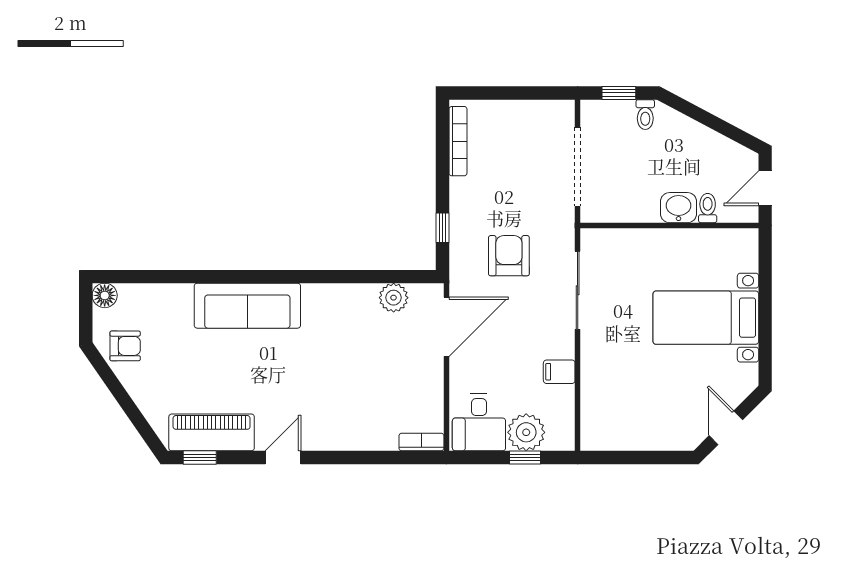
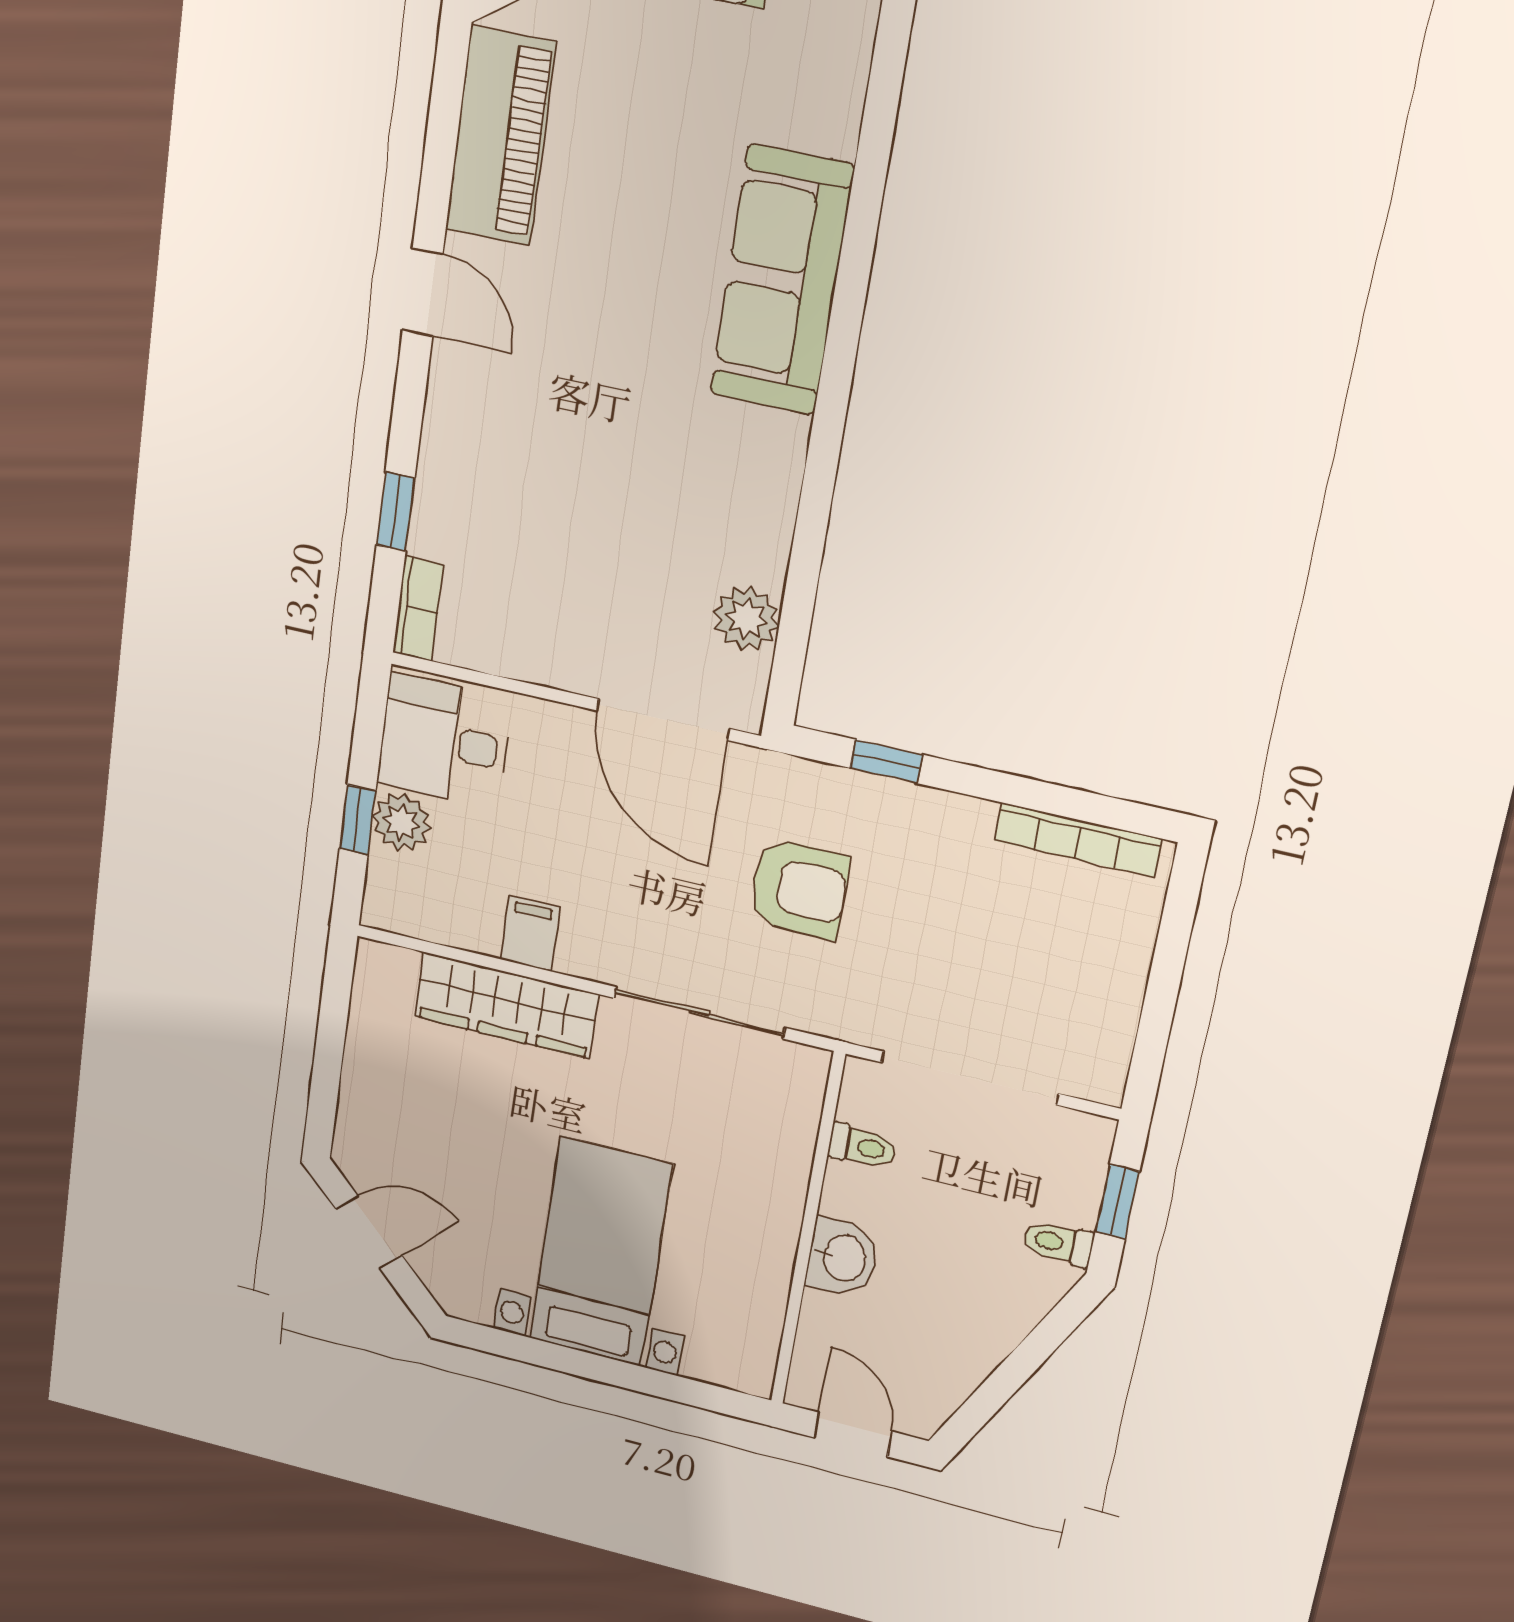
toilet: (708, 208) -> (862, 1146), moved
wardrobe: (596, 378) -> (506, 1005), added
plant: (526, 432) -> (401, 822), width x0.73, depth x0.73
window: (200, 458) -> (396, 512), moved

